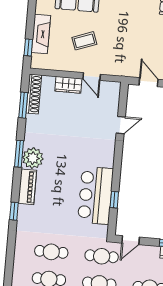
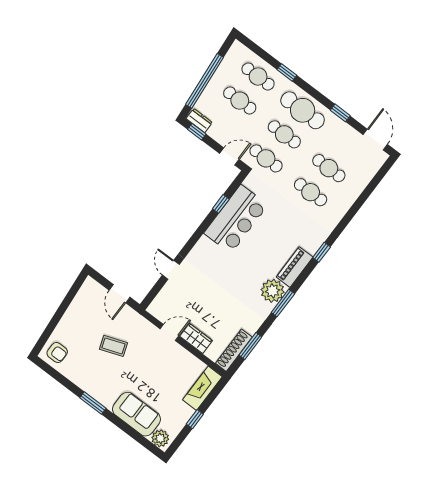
fireplace: (41, 34) -> (202, 388), moved
coffee table: (84, 41) -> (113, 346), moved
window: (28, 47) -> (195, 419), moved
door: (92, 77) -> (169, 332), hinge flipped
door: (121, 125) -> (171, 270), hinge flipped

